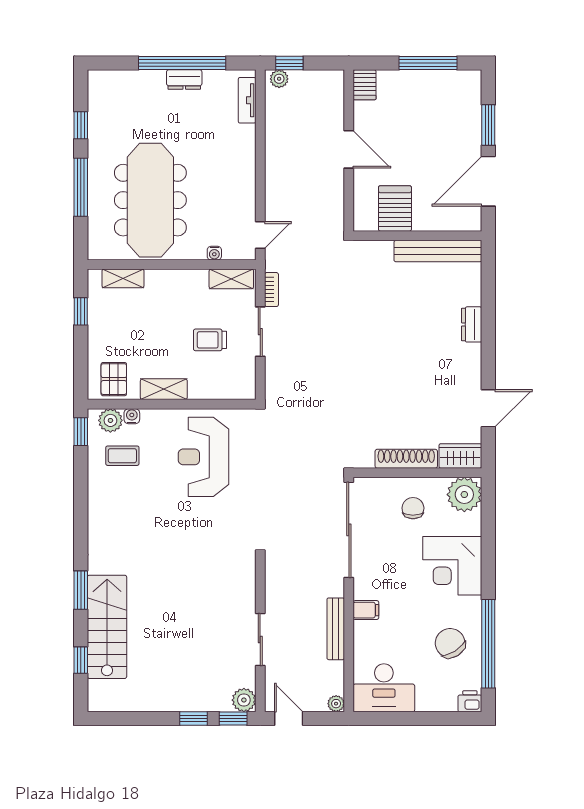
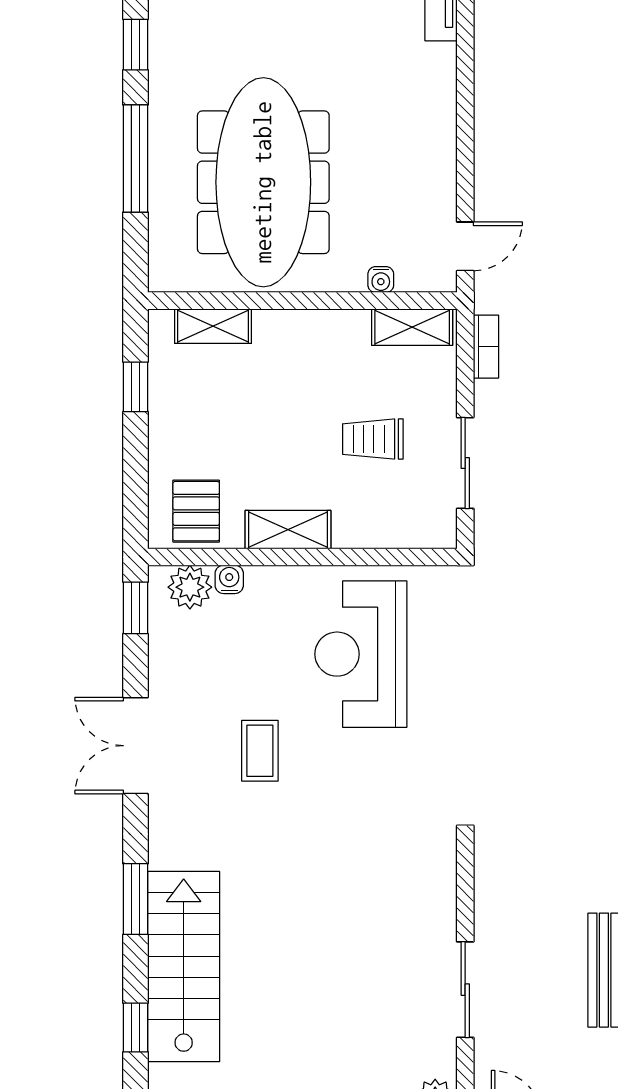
sliding door: (260, 332) -> (465, 463), moved
coffee table: (122, 456) -> (260, 751), moved, turned 90
double door: (81, 507) -> (136, 746), added

